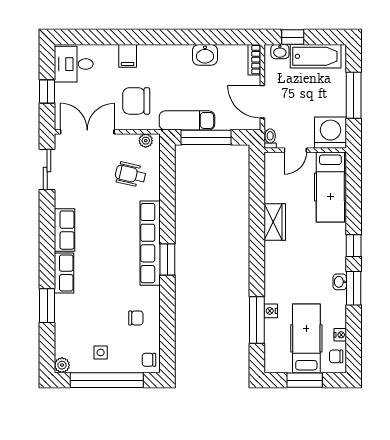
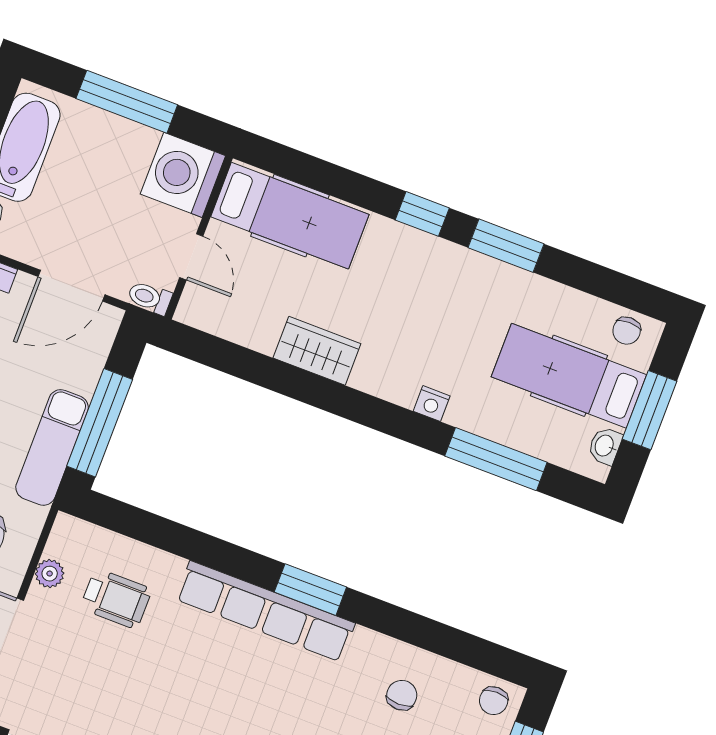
plant: (146, 141) -> (50, 574), moved
wheelchair: (131, 174) -> (116, 599), turned -103
washbasin: (340, 282) -> (605, 446), moved, turned 90
nightstand: (271, 311) -> (432, 404), moved
nightstand: (340, 335) -> (587, 307), removed

